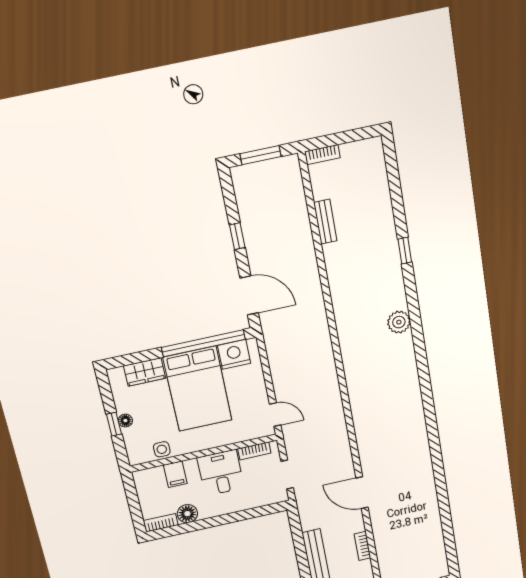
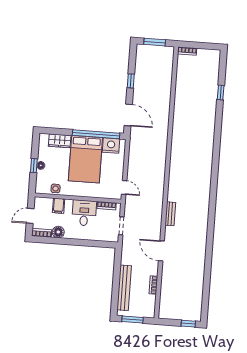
bench: (325, 222) -> (170, 214), moved
window: (405, 251) -> (221, 92), moved
plant: (399, 322) -> (206, 155), removed
door: (134, 503) -> (30, 216), added

